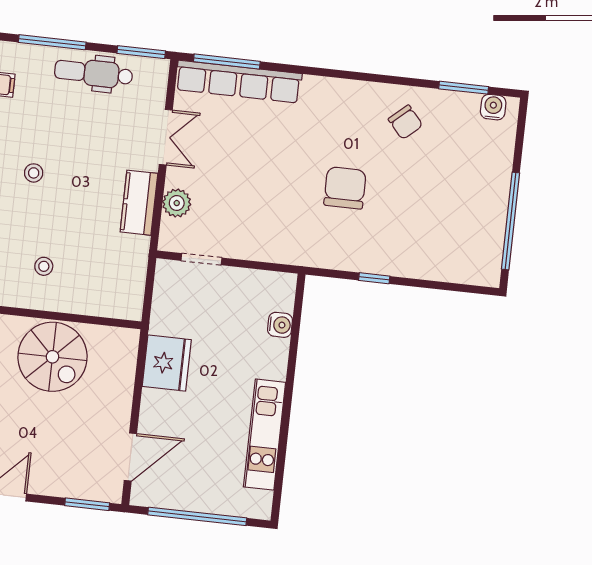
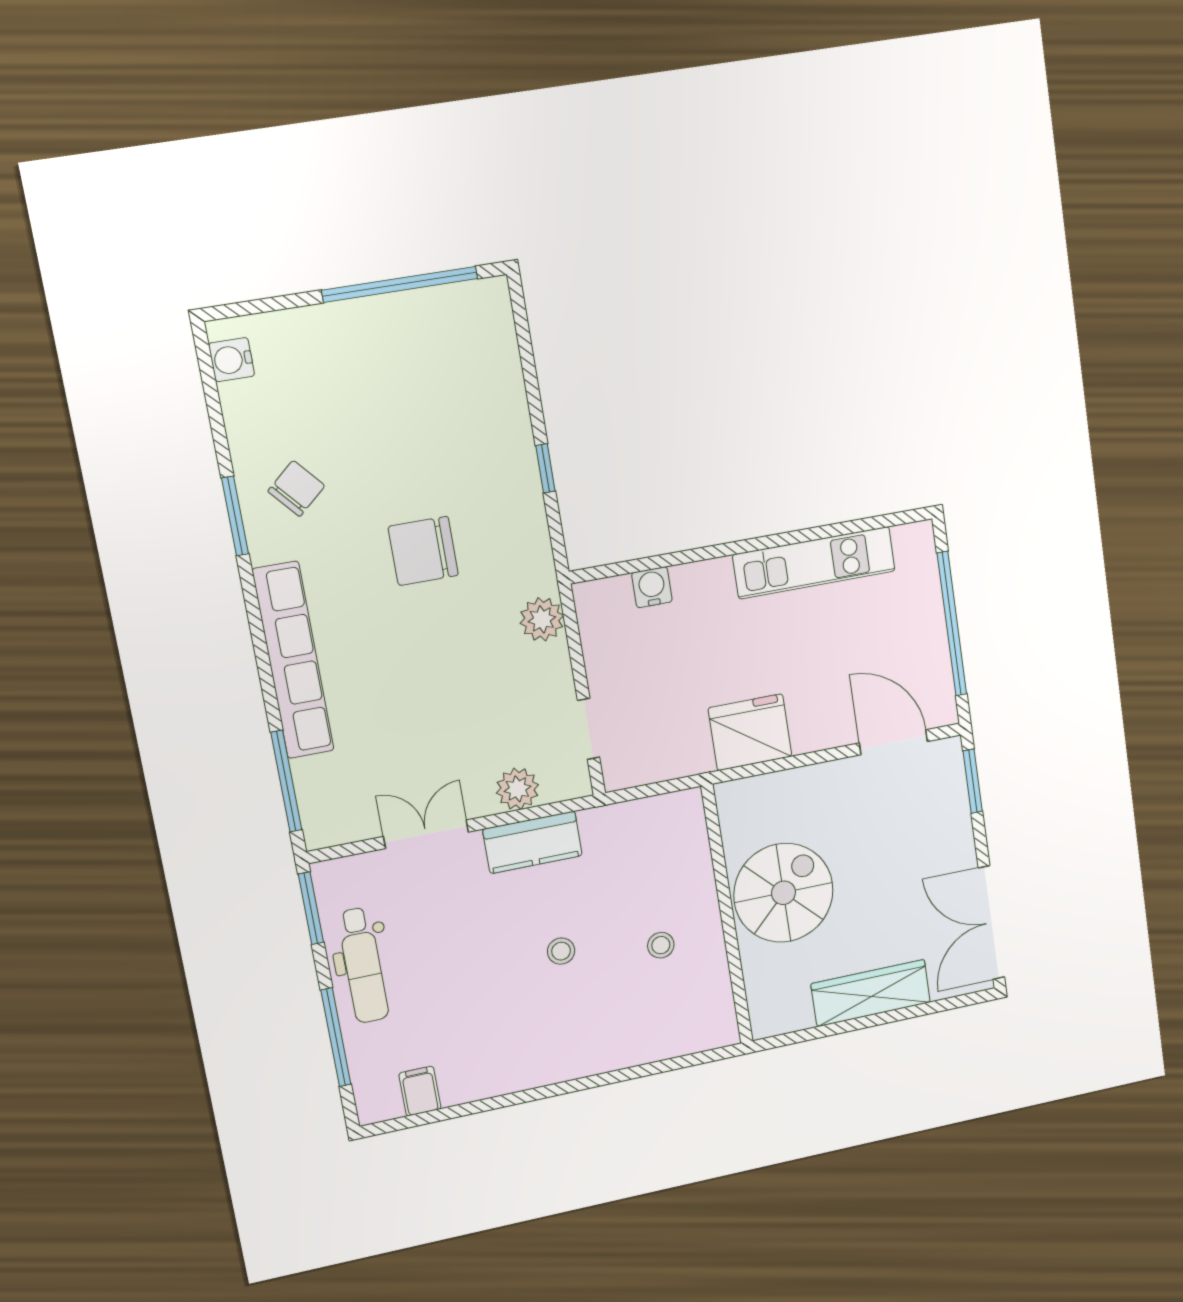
row of seats: (239, 82) -> (293, 660), moved
window: (464, 88) -> (235, 516), moved
stool: (34, 173) -> (561, 951), moved
plant: (280, 249) -> (542, 619), added

